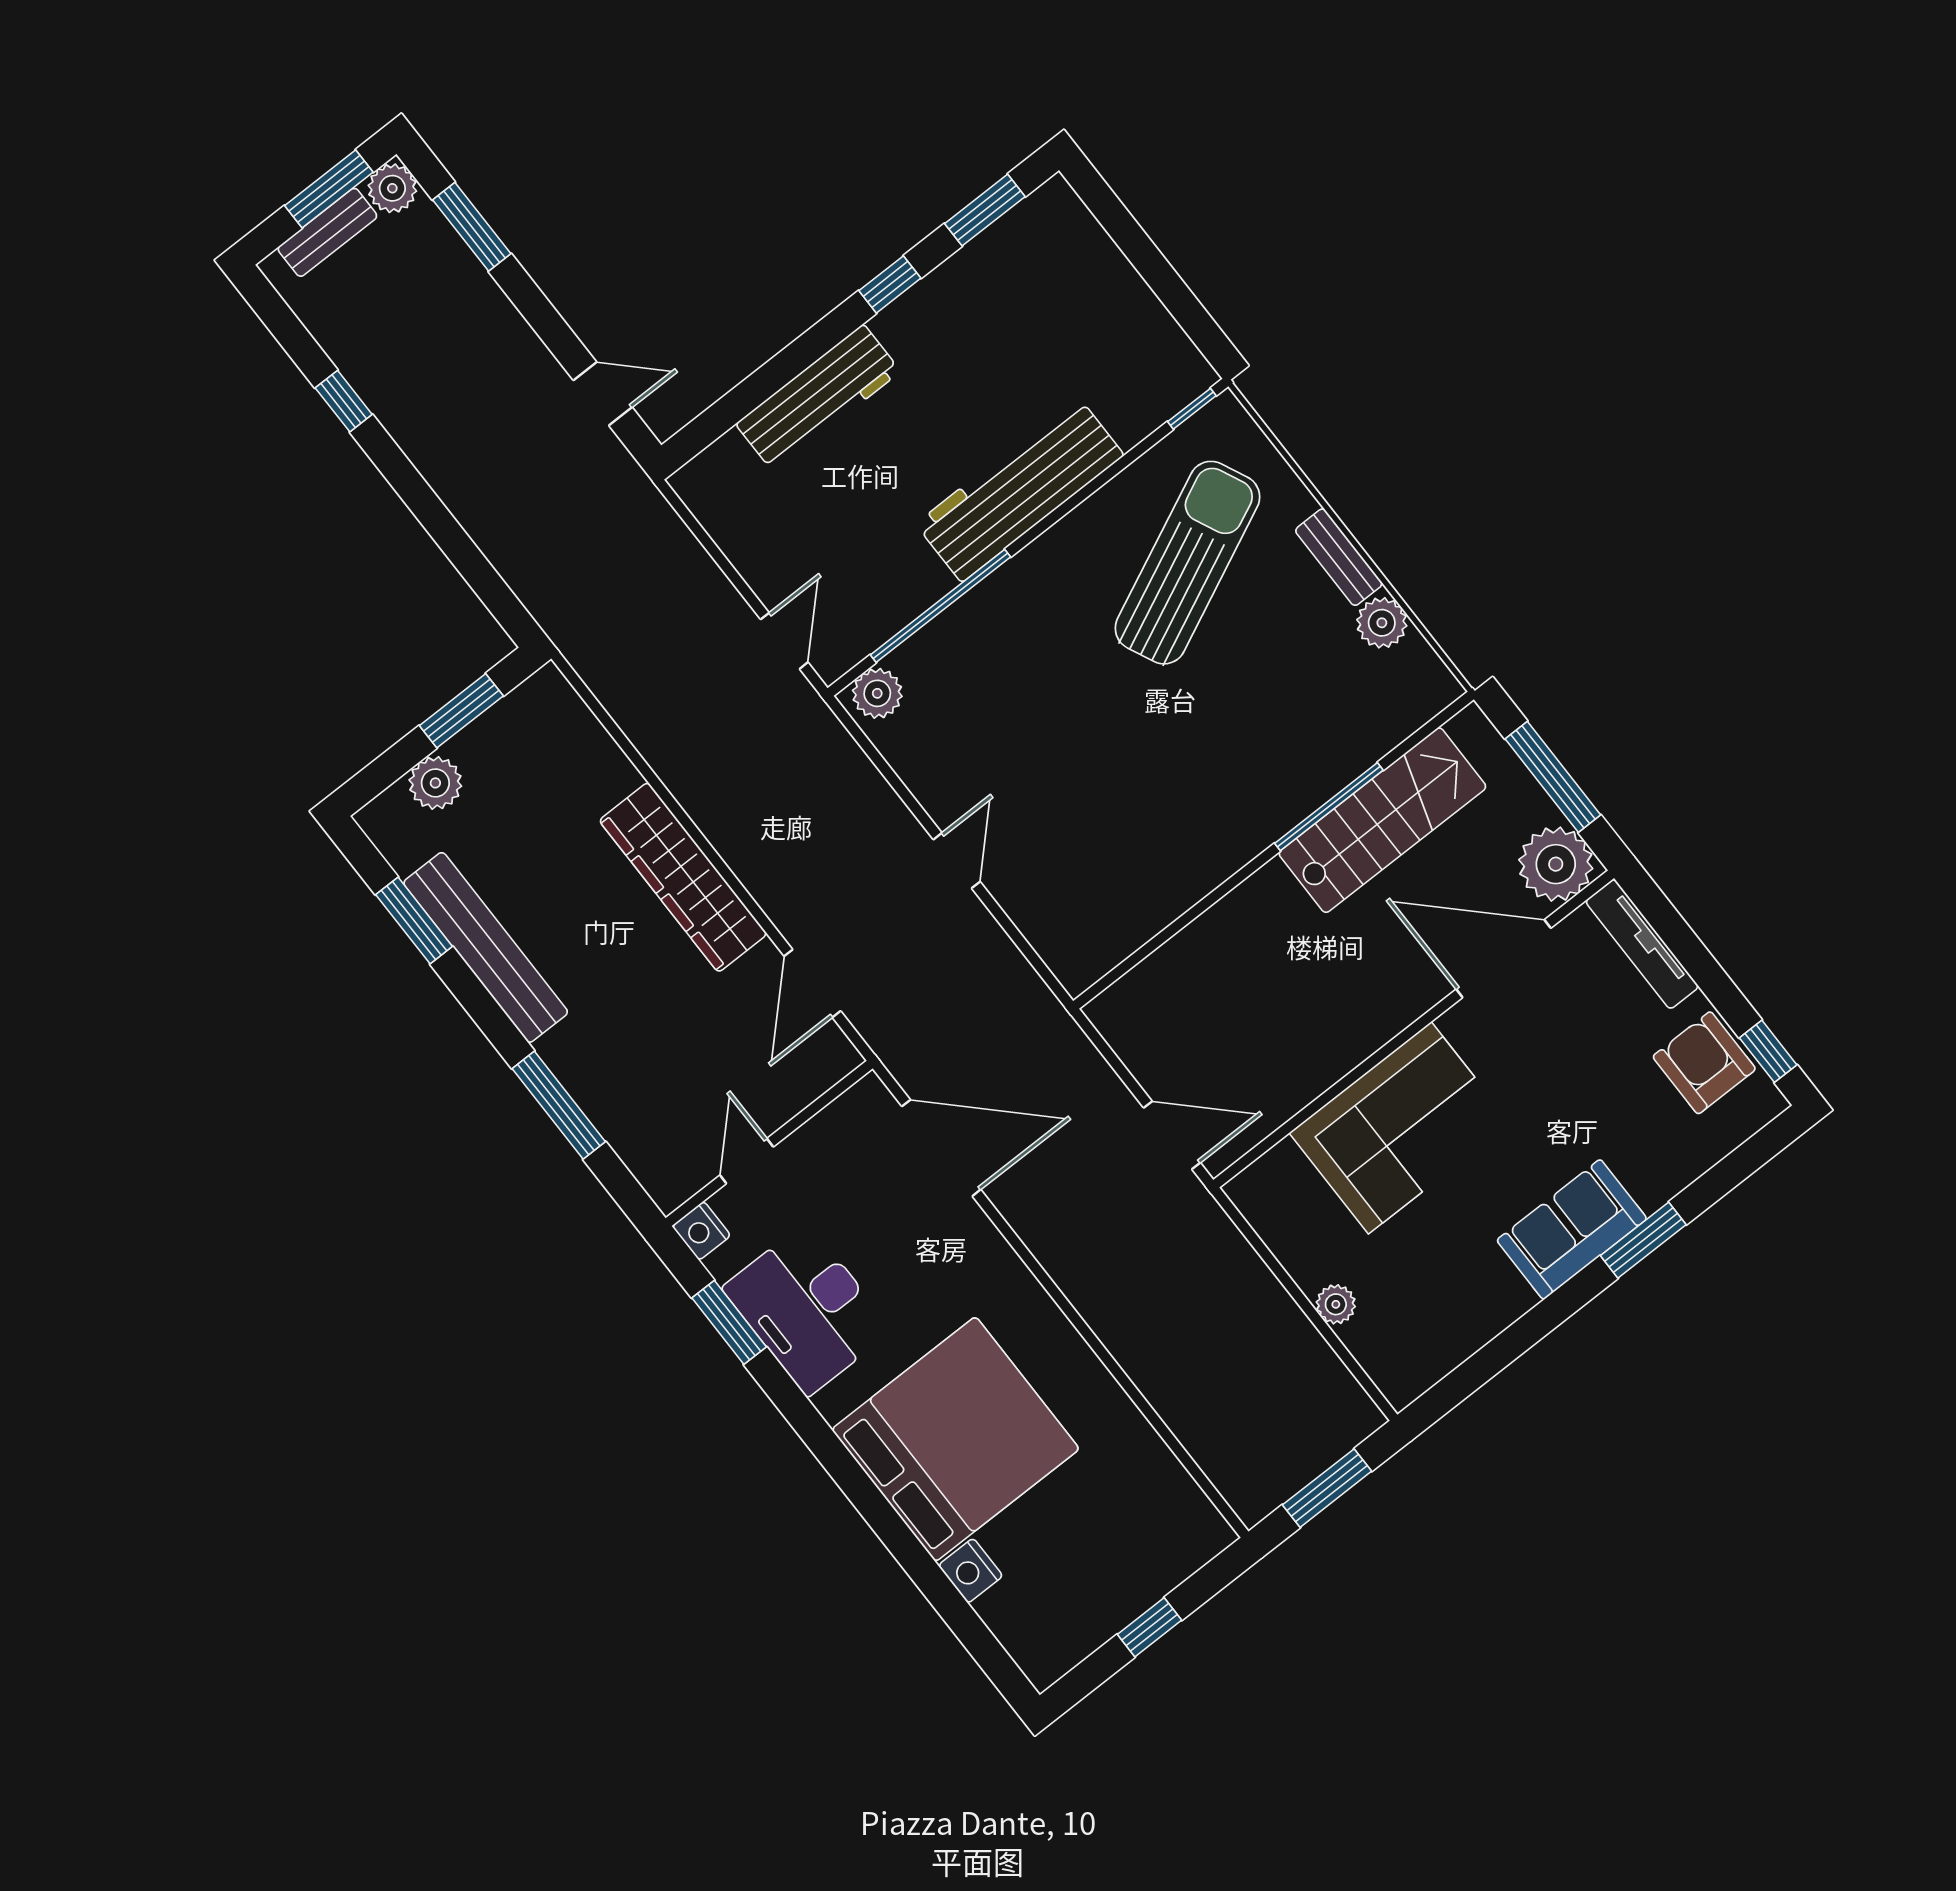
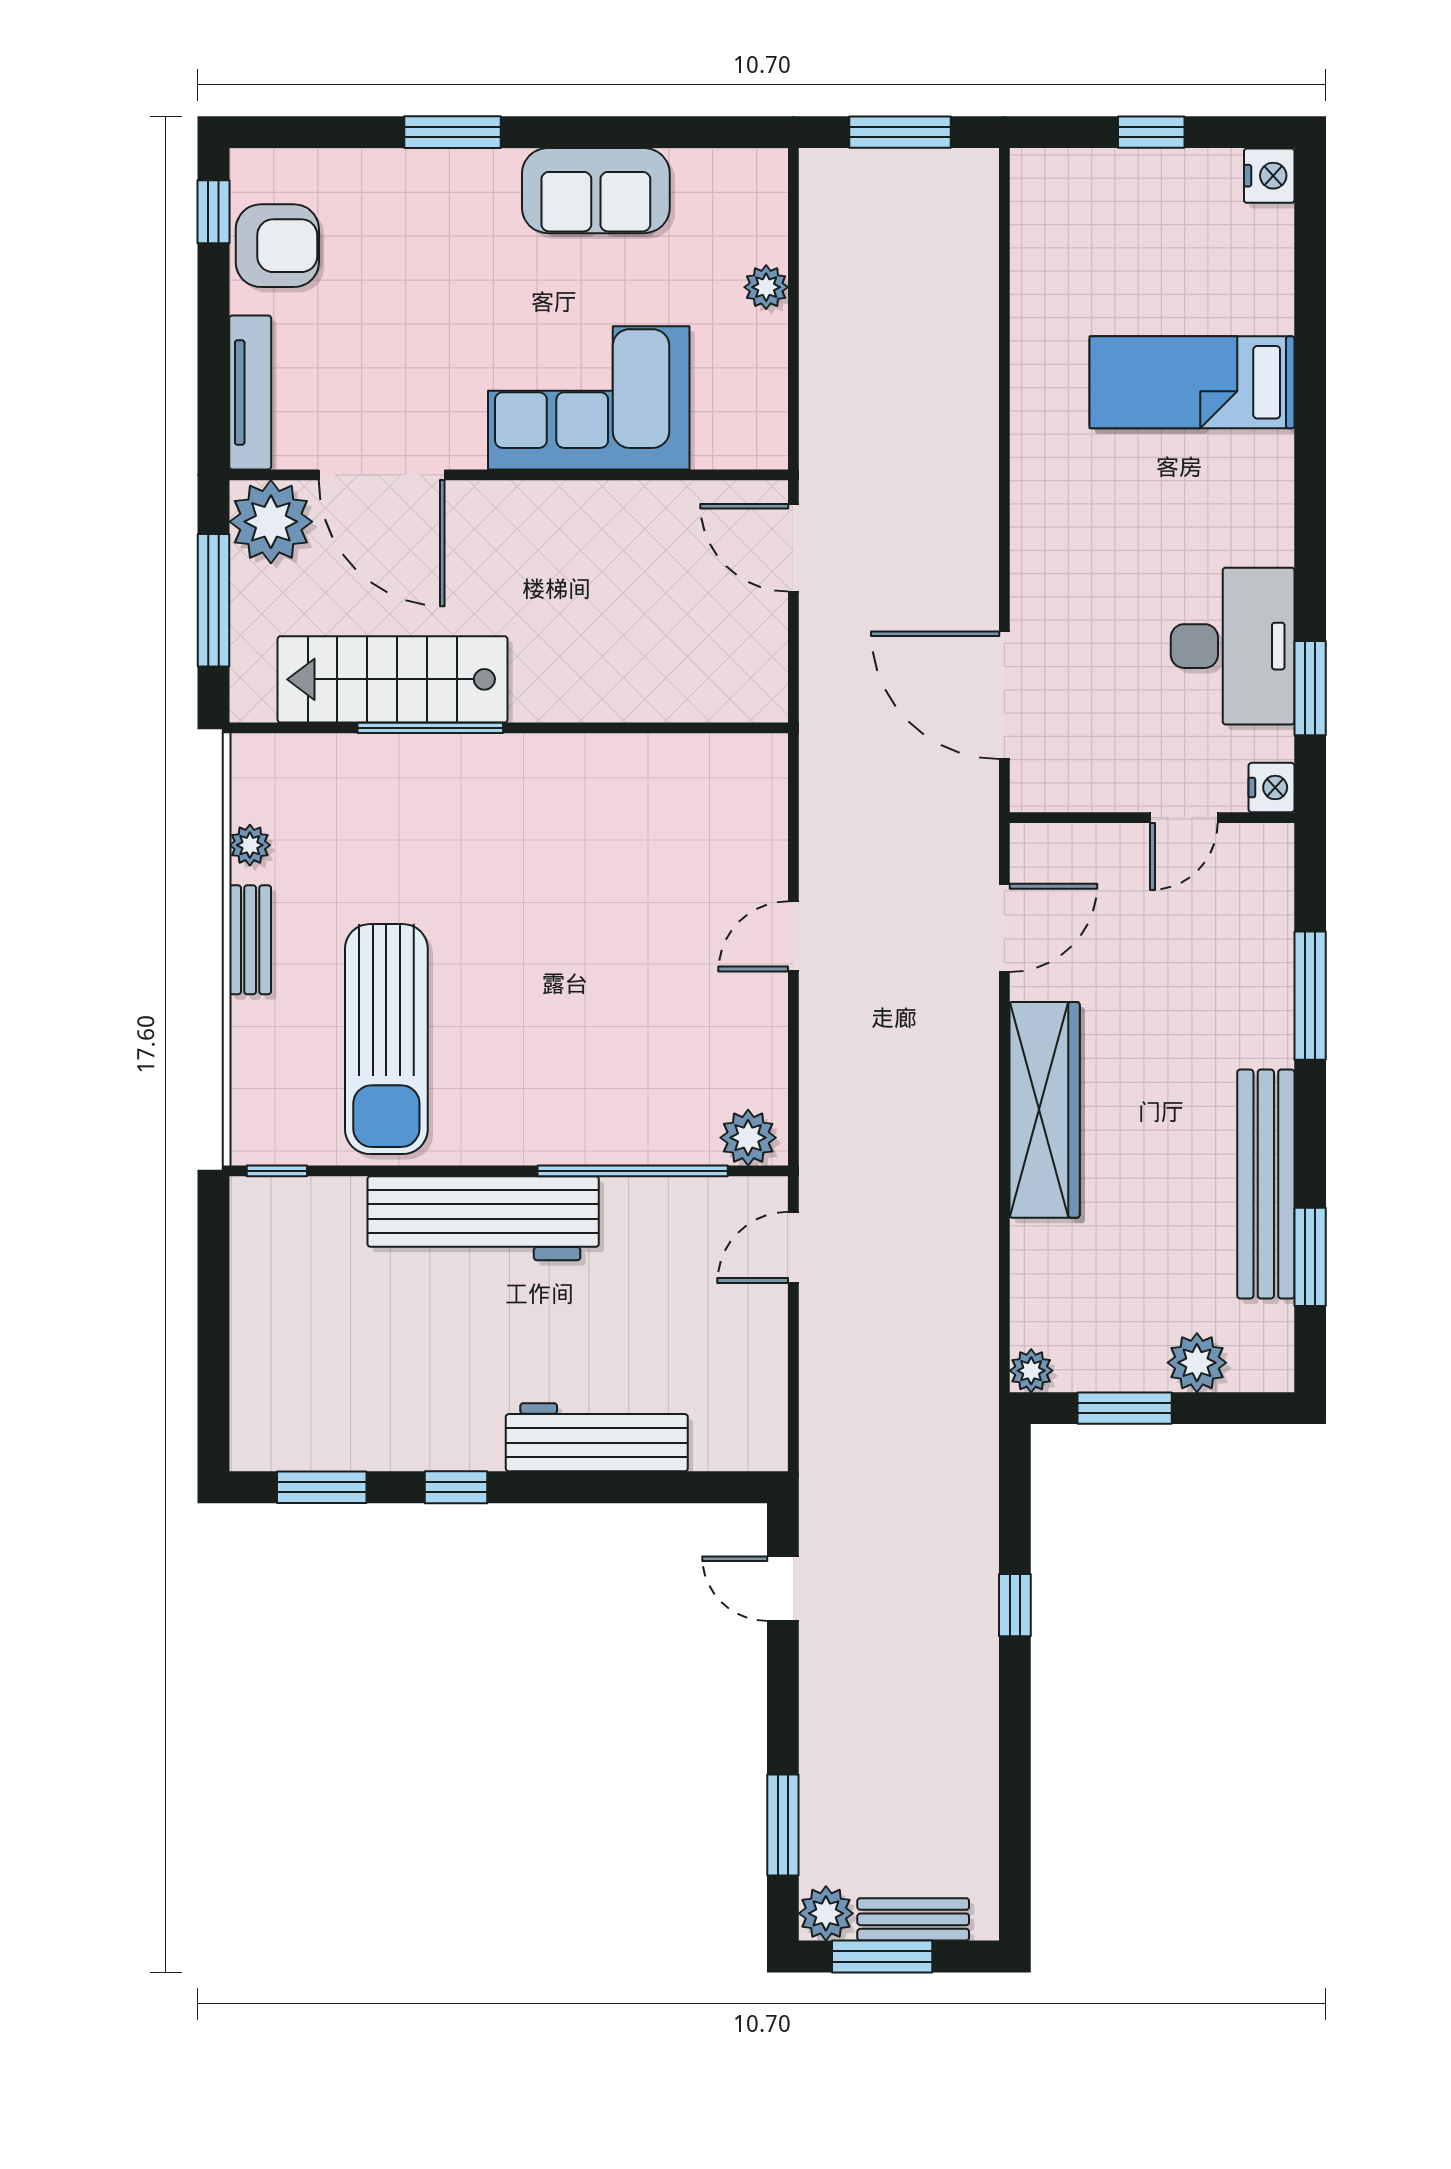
window: (344, 401) -> (1015, 1605), moved
sun lounger: (1187, 563) -> (386, 1039), turned -65
plant: (1382, 623) -> (250, 845), width x0.73, depth x0.73
plant: (548, 685) -> (1031, 1371), added
armchair: (1704, 1063) -> (277, 246), turned -90
sofa: (1572, 1229) -> (596, 191), moved
bed: (955, 1439) -> (1192, 382), width x0.49
nightstand: (971, 1571) -> (1269, 176), moved

